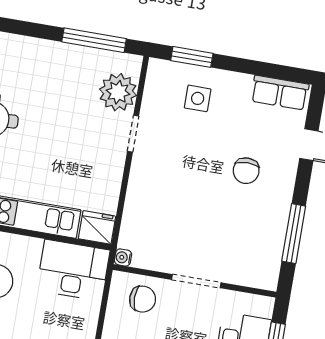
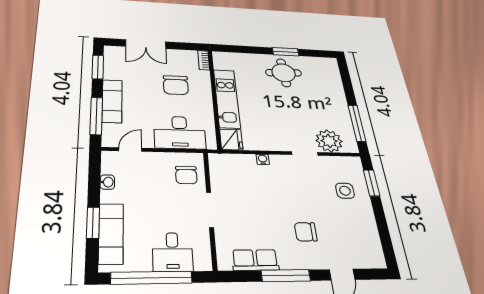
row of seats: (280, 93) -> (255, 260), moved, turned 90
window: (294, 234) -> (286, 276), moved
water cooler: (123, 258) -> (263, 159), moved
desk: (73, 270) -> (180, 132), moved, turned 90

